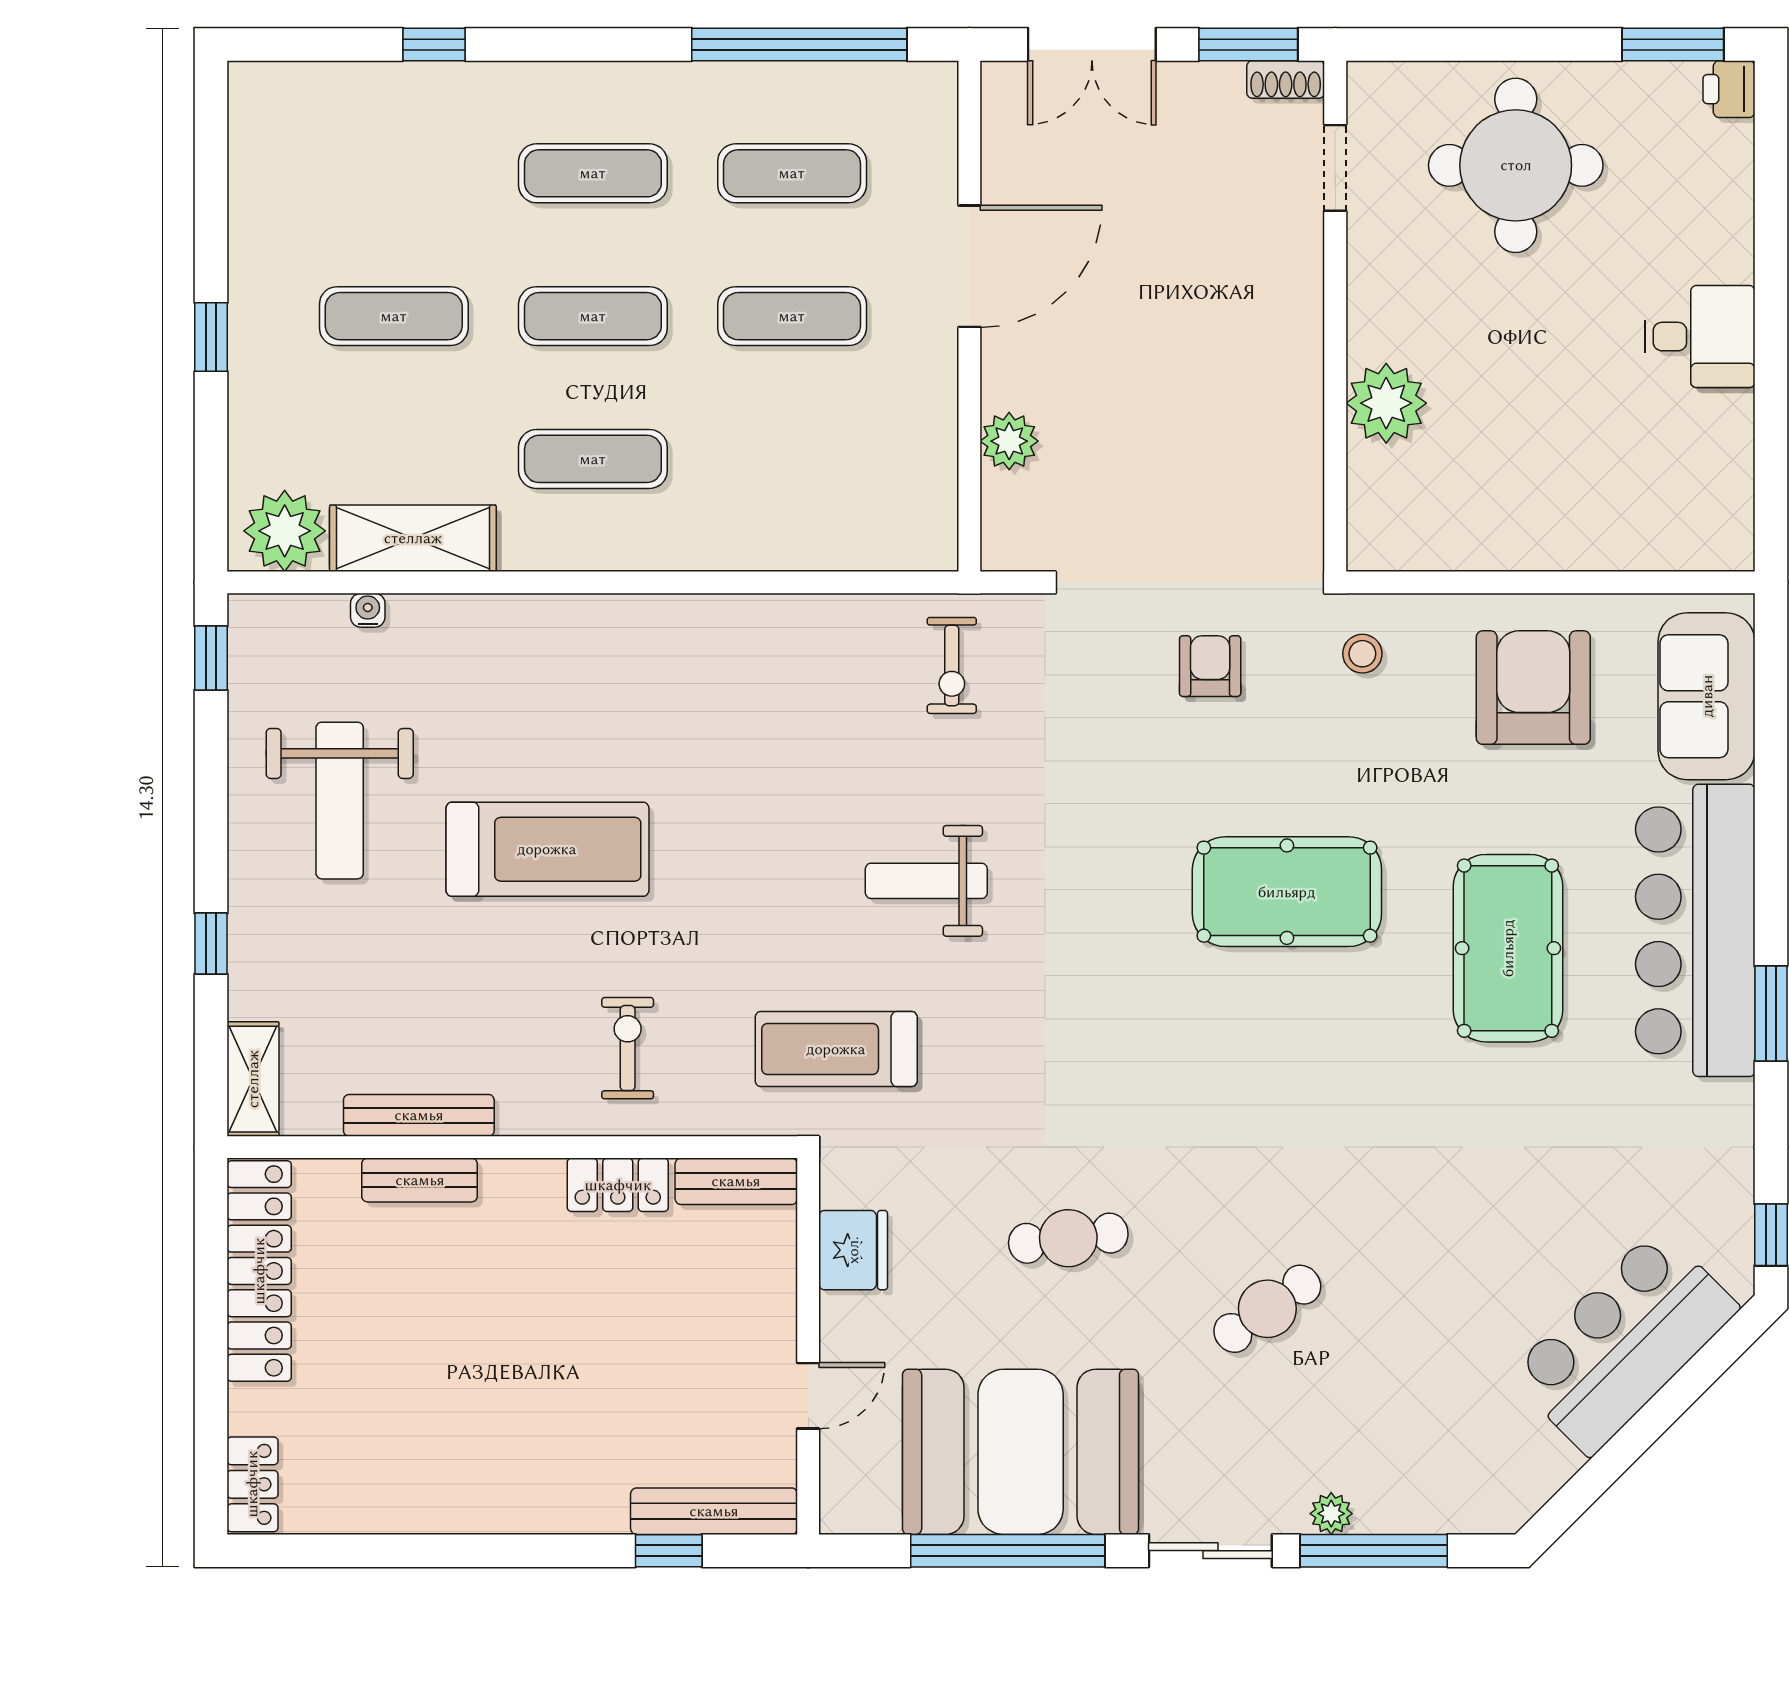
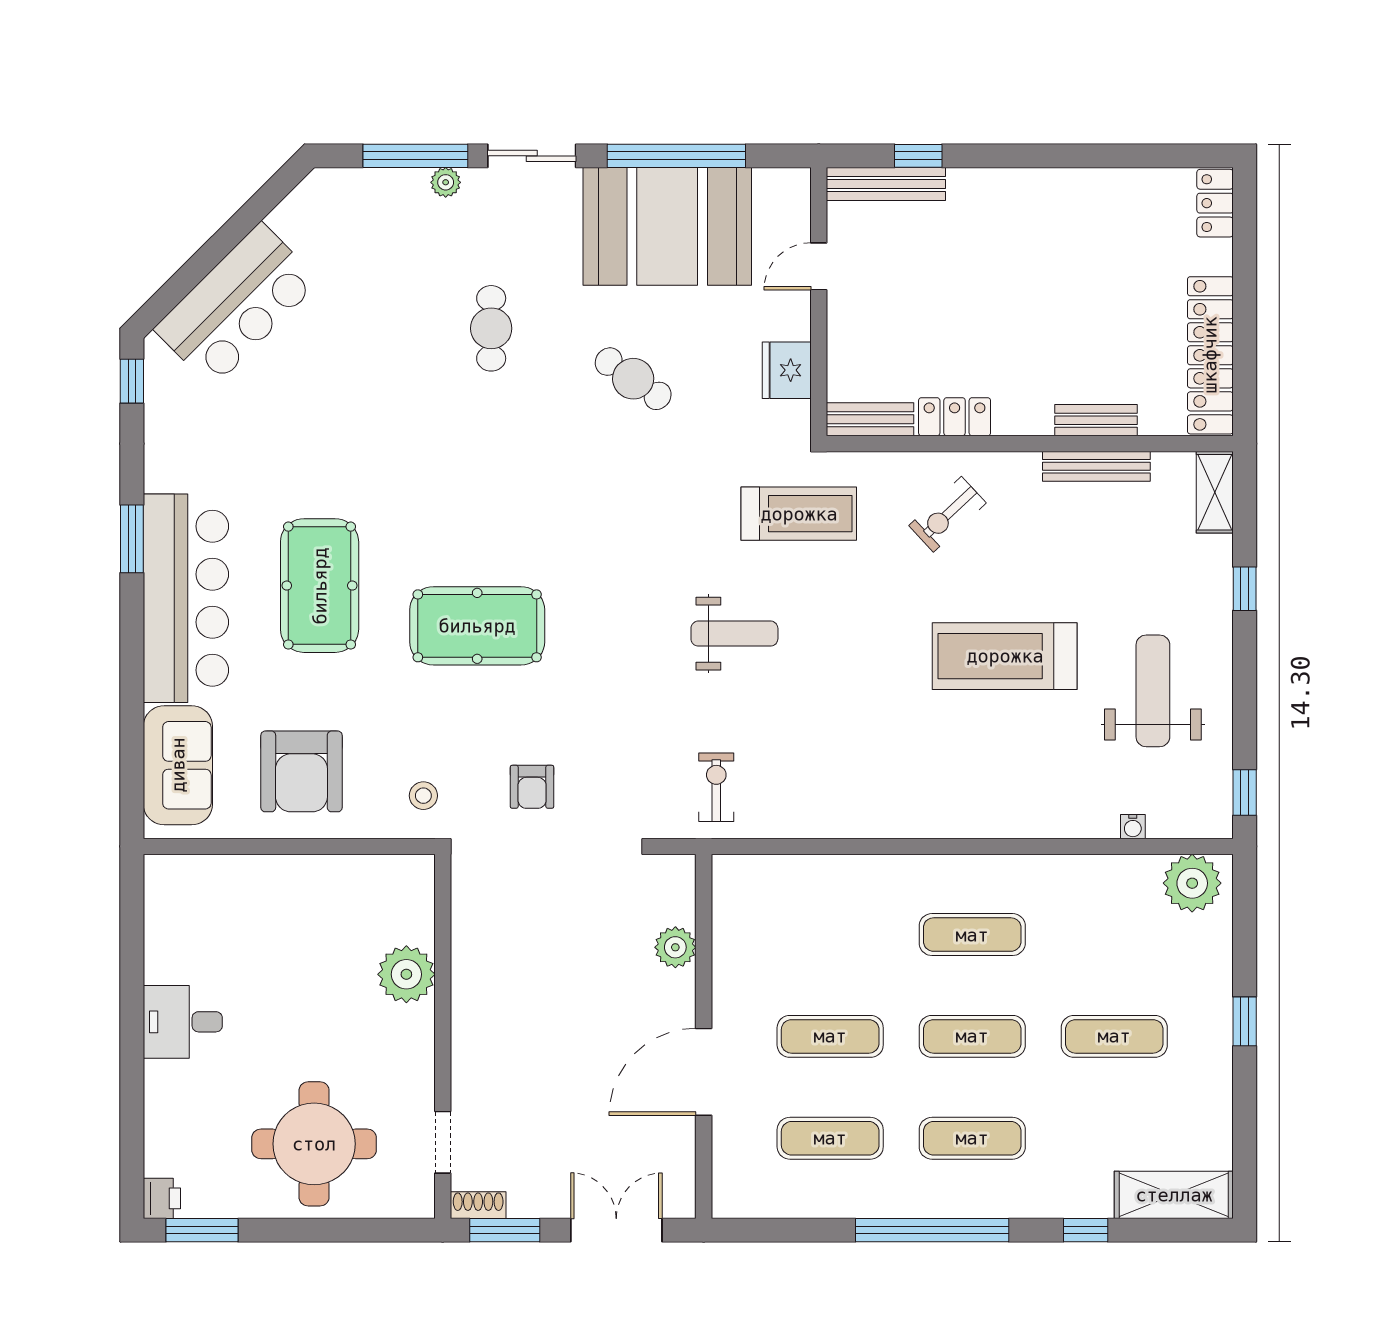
window: (799, 44) -> (932, 1230), moved
shelving: (413, 538) -> (1174, 1195), moved
exercise bike: (628, 1048) -> (947, 514), turned 47
cafe table: (1068, 1238) -> (633, 379), turned 42
cafe table: (1267, 1309) -> (491, 328), turned -55

